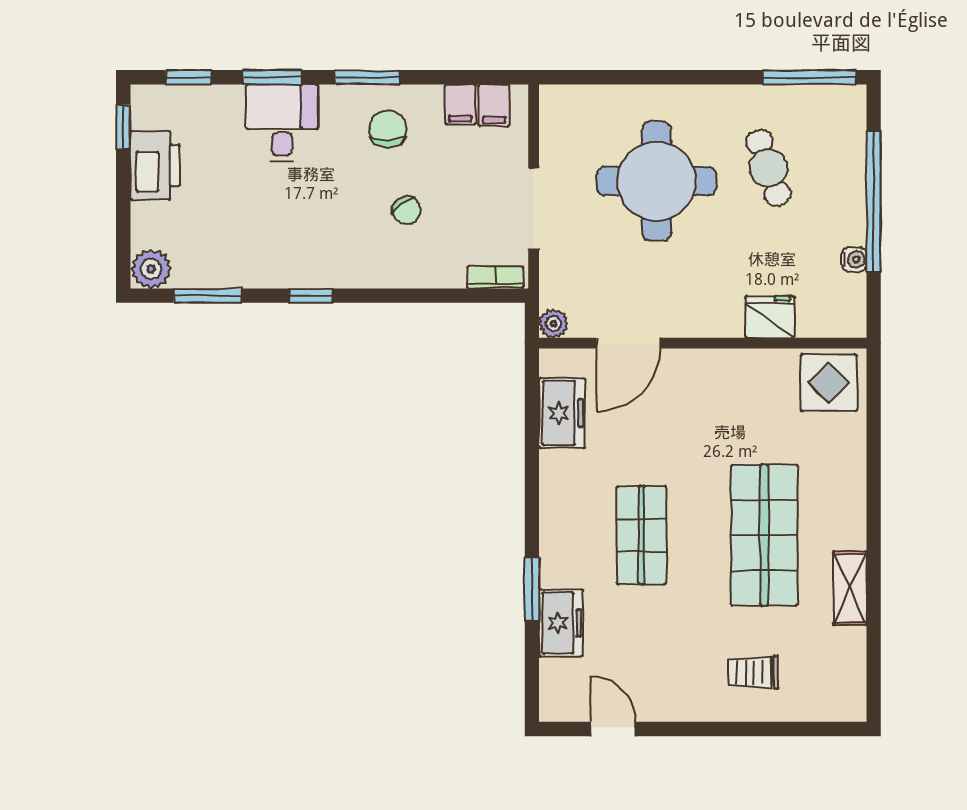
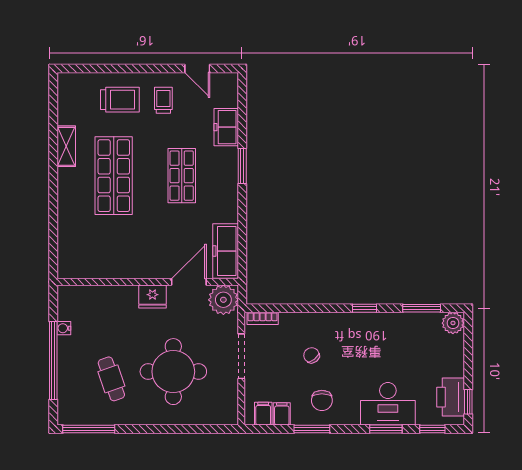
window: (367, 77) -> (312, 429), moved
desk: (282, 123) -> (388, 404), width x1.37
printer: (155, 165) -> (451, 397), moved
fridge: (770, 317) -> (152, 296), moved
plant: (553, 324) -> (223, 300), width x1.87, depth x1.87
display table: (829, 383) -> (78, 260), removed
freezer: (562, 413) -> (226, 251), width x1.40
window: (532, 589) -> (242, 166), moved
trolley: (674, 671) -> (163, 100), added
trolley: (753, 673) -> (120, 100), width x1.36, depth x1.39

